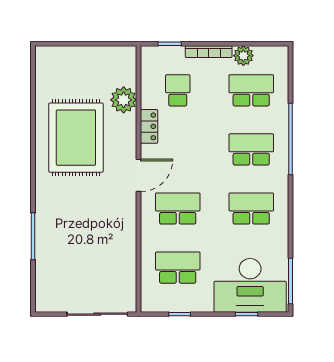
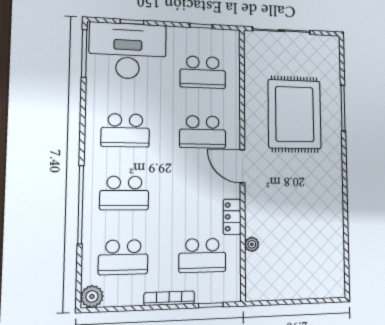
plant: (243, 56) -> (92, 296), moved
school desk: (178, 90) -> (202, 255), width x1.85
plant: (124, 100) -> (252, 244), width x0.53, depth x0.53
rug: (76, 138) -> (295, 114), moved
door: (139, 175) -> (242, 166), hinge flipped

